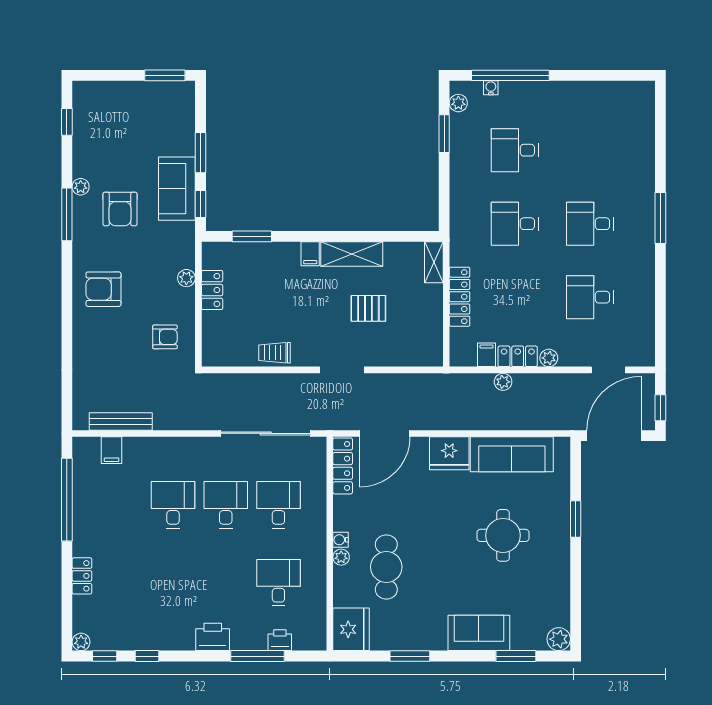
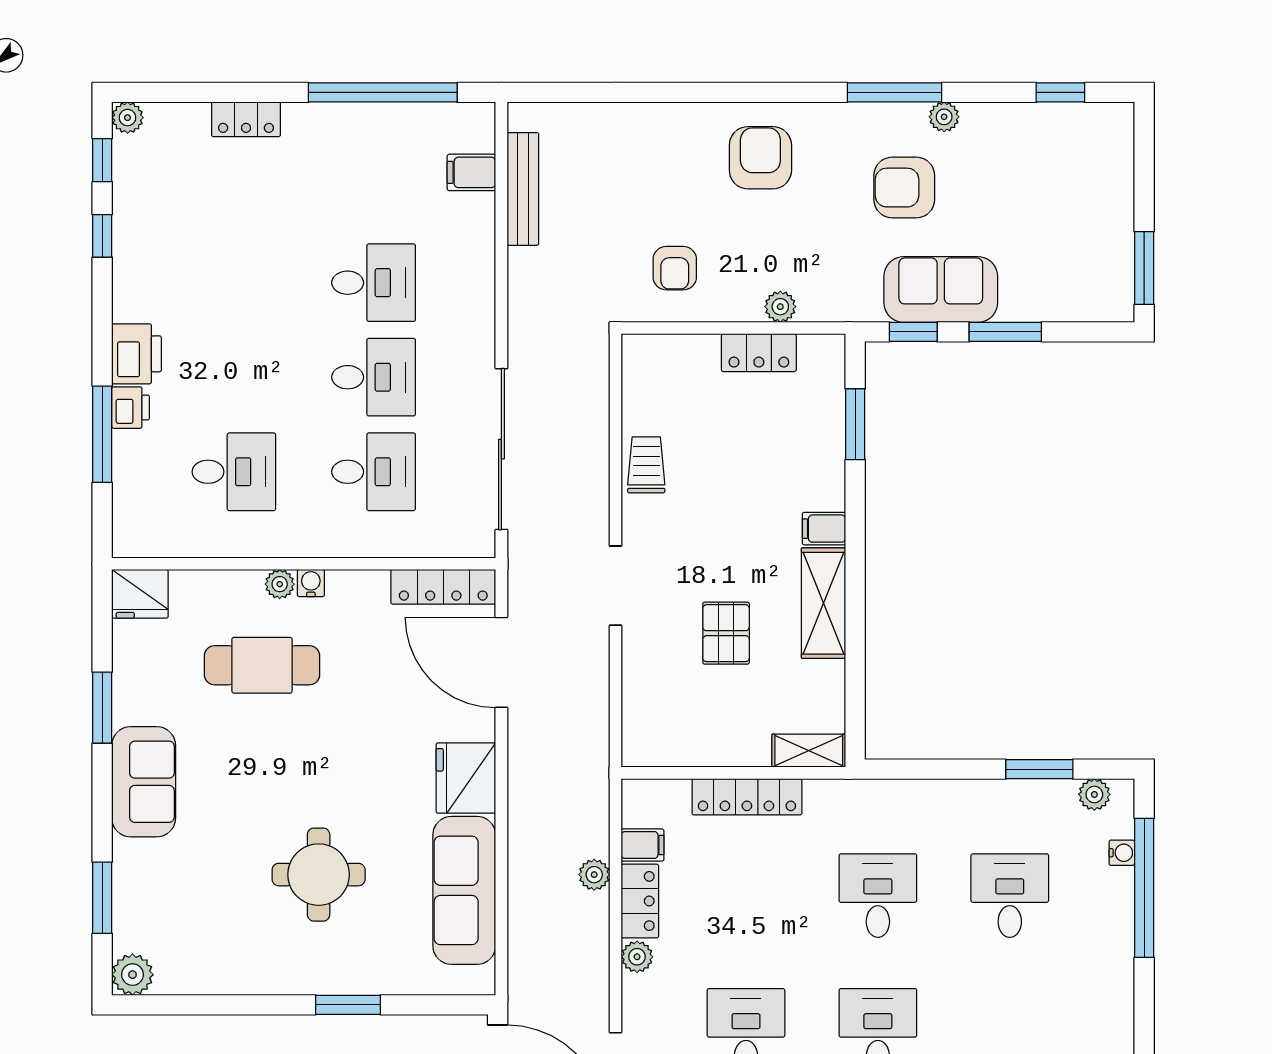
fridge: (351, 629) -> (140, 594), width x0.73, depth x0.75
sofa: (479, 633) -> (144, 782), moved
printer: (280, 640) -> (131, 408), moved

